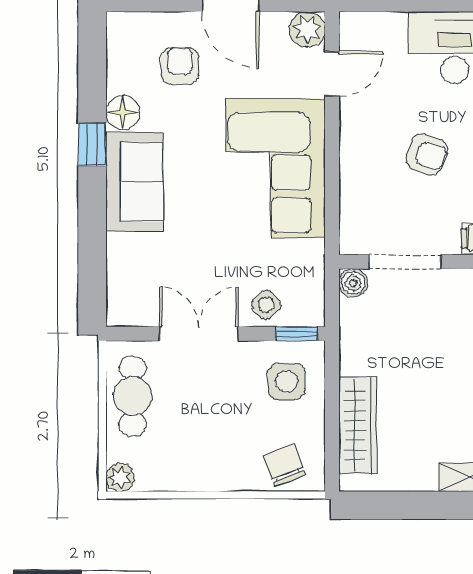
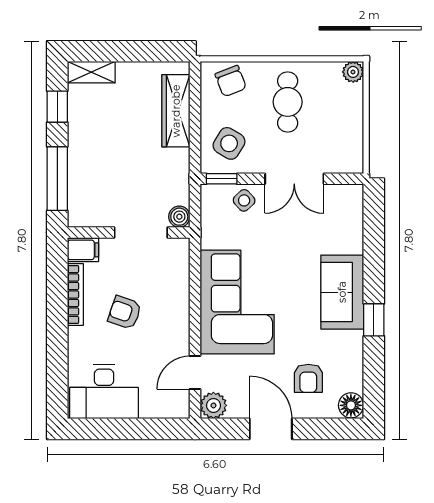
floor lamp: (123, 112) -> (351, 405), moved
side table: (286, 381) -> (229, 143), turned 31
cafe table: (133, 396) -> (288, 102), moved

